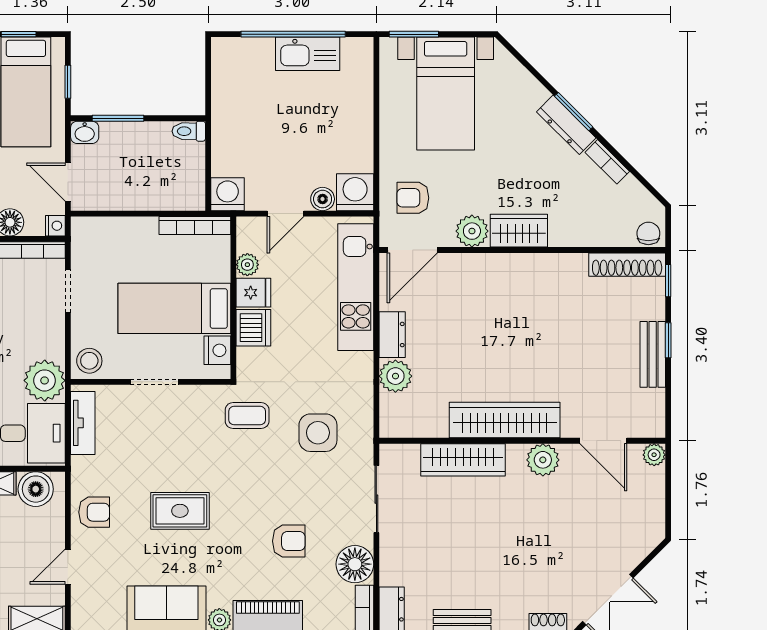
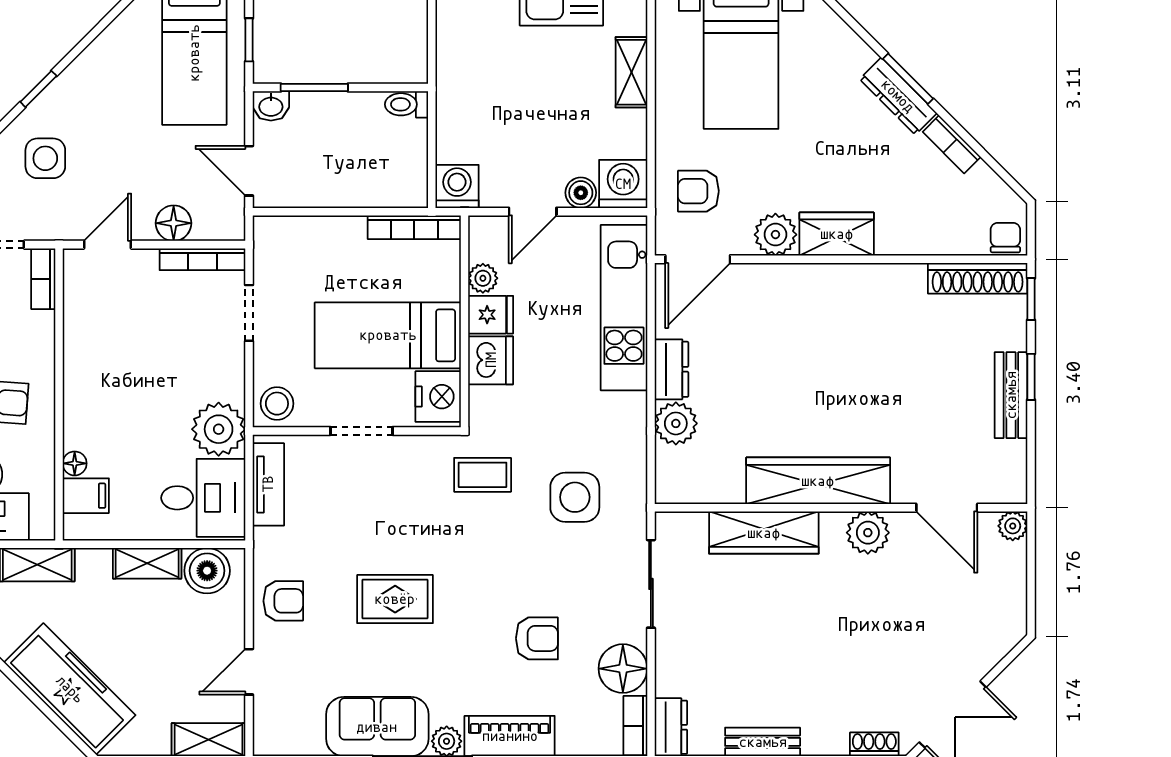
shelving: (361, 107) -> (631, 72), added
nightstand: (55, 226) -> (233, 228), removed
nightstand: (217, 350) -> (438, 397), width x1.36, depth x1.33

